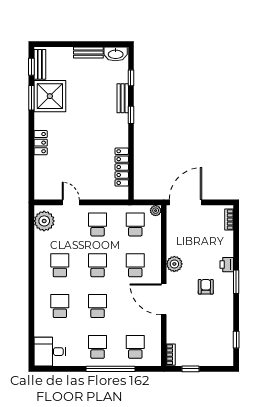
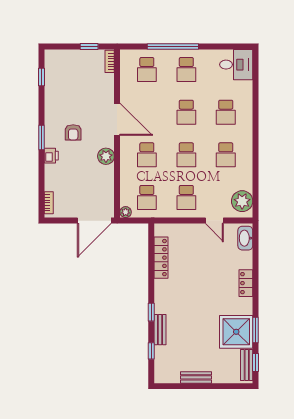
washbasin: (116, 54) -> (245, 238), moved, turned -90

